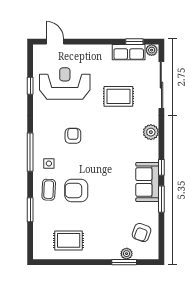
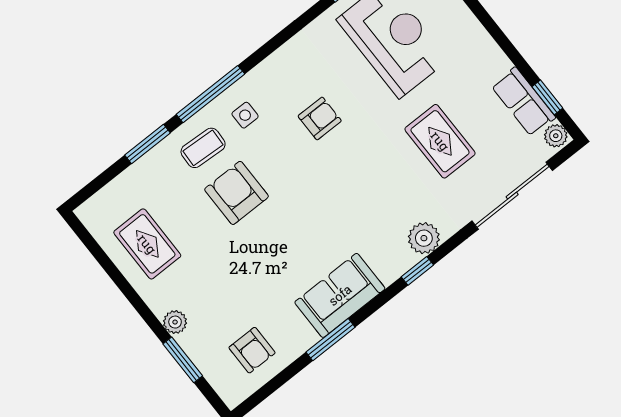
window: (30, 152) -> (210, 94), moved
window: (161, 167) -> (417, 271), moved
armchair: (142, 233) -> (252, 350), turned -110
plant: (127, 254) -> (175, 322), moved

